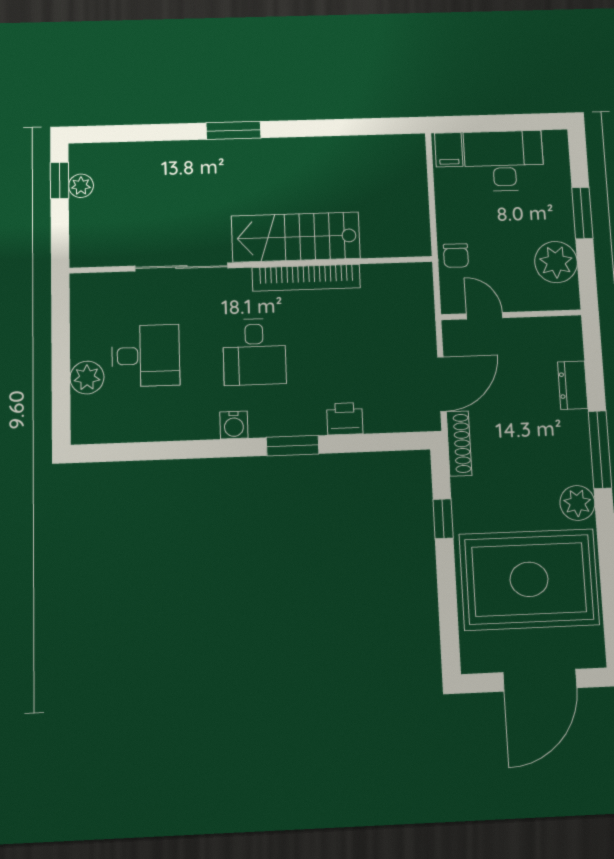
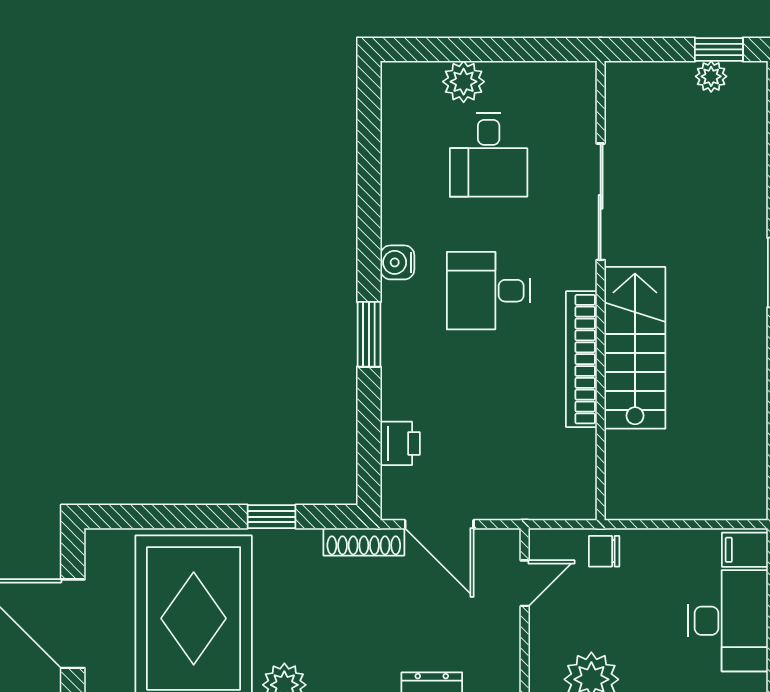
printer: (345, 419) -> (400, 443), moved

